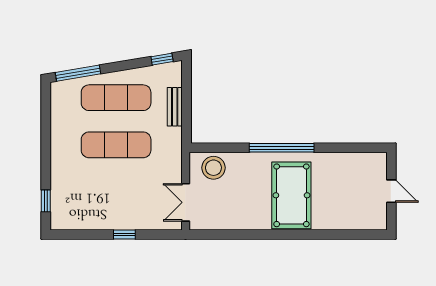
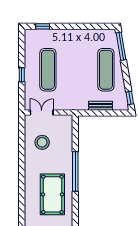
exercise mat: (116, 145) -> (48, 70), moved
stool: (213, 168) -> (42, 142), moved
pool table: (291, 195) -> (52, 194), moved, turned 90

